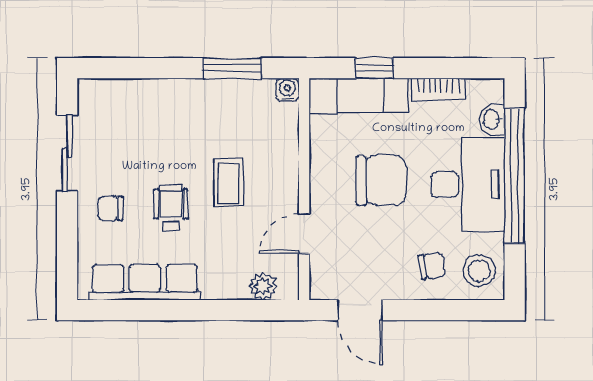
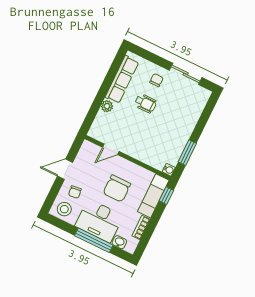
window: (374, 68) -> (166, 196), moved
window: (515, 176) -> (94, 240), width x0.68
coffee table: (228, 183) -> (144, 130), removed
door: (304, 234) -> (111, 149), swing flipped
plant: (263, 286) -> (107, 106), moved
door: (360, 310) -> (65, 169), moved

